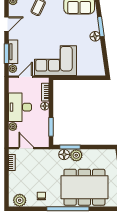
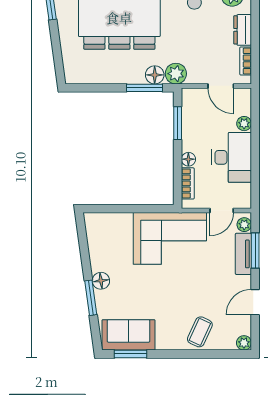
plant: (76, 155) -> (176, 74), moved
dresser: (14, 180) -> (243, 30), added

